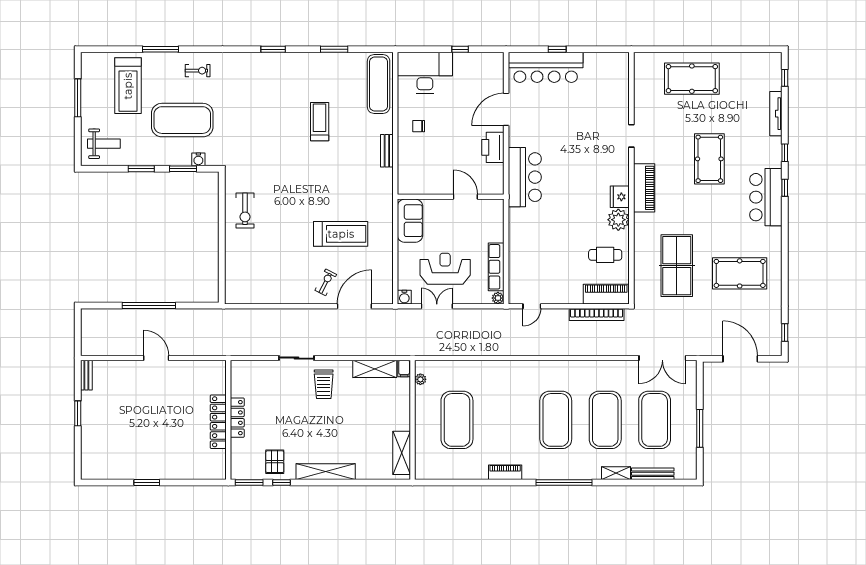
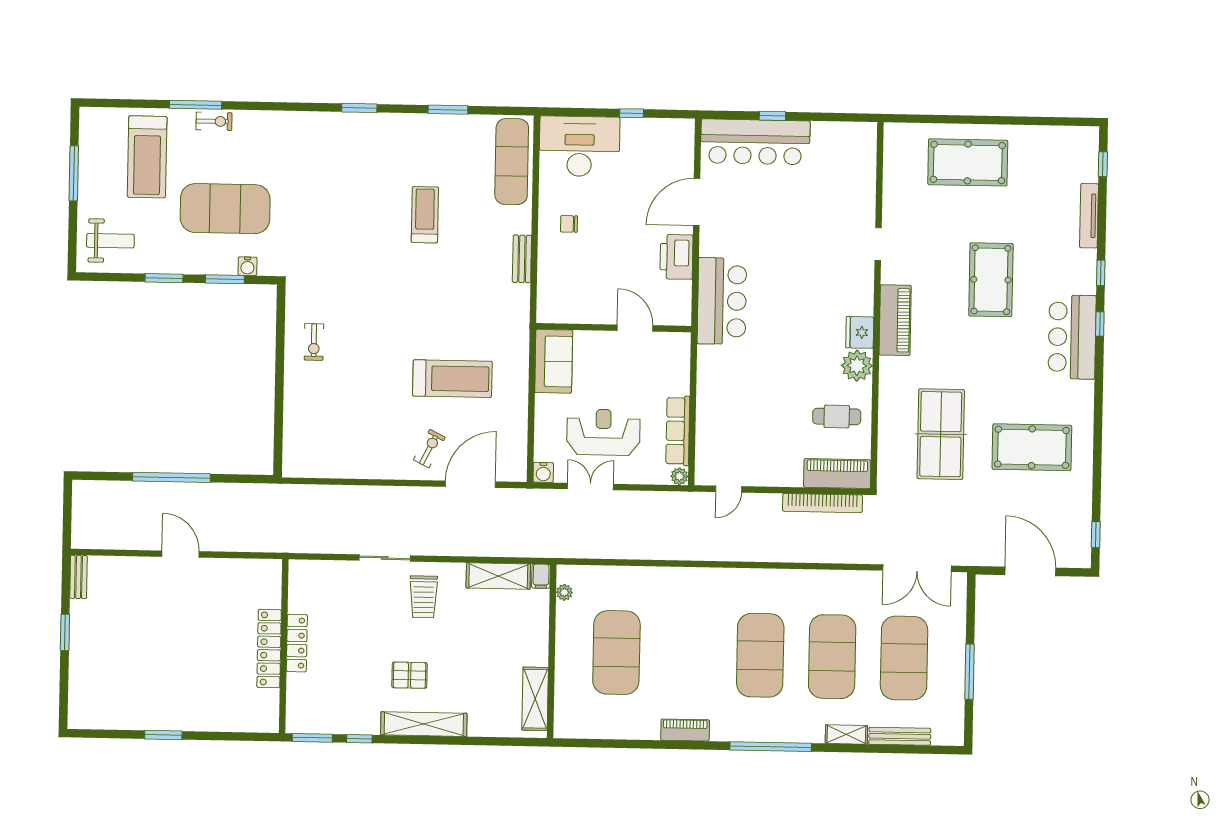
exercise bike: (198, 71) -> (214, 121), moved
exercise bike: (245, 211) -> (314, 342), width x0.73, depth x0.72
pallet: (275, 462) -> (410, 675), moved, turned 90

